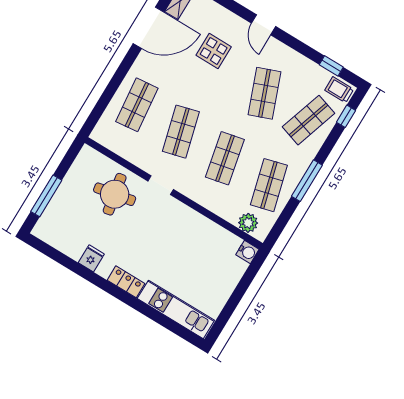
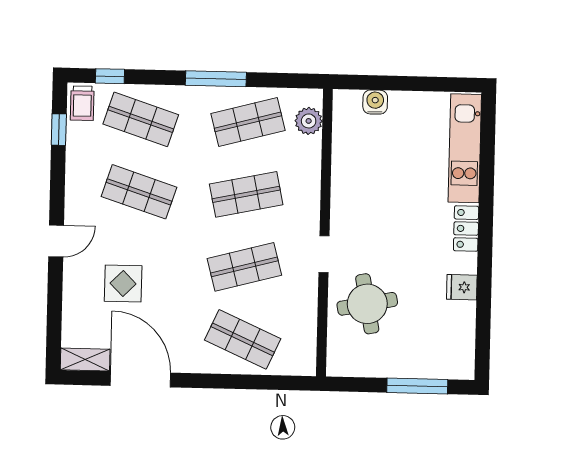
shop shelf: (264, 93) -> (139, 192), turned 39
shop shelf: (137, 105) -> (243, 339), turned 30
water cooler: (247, 252) -> (375, 102), moved

